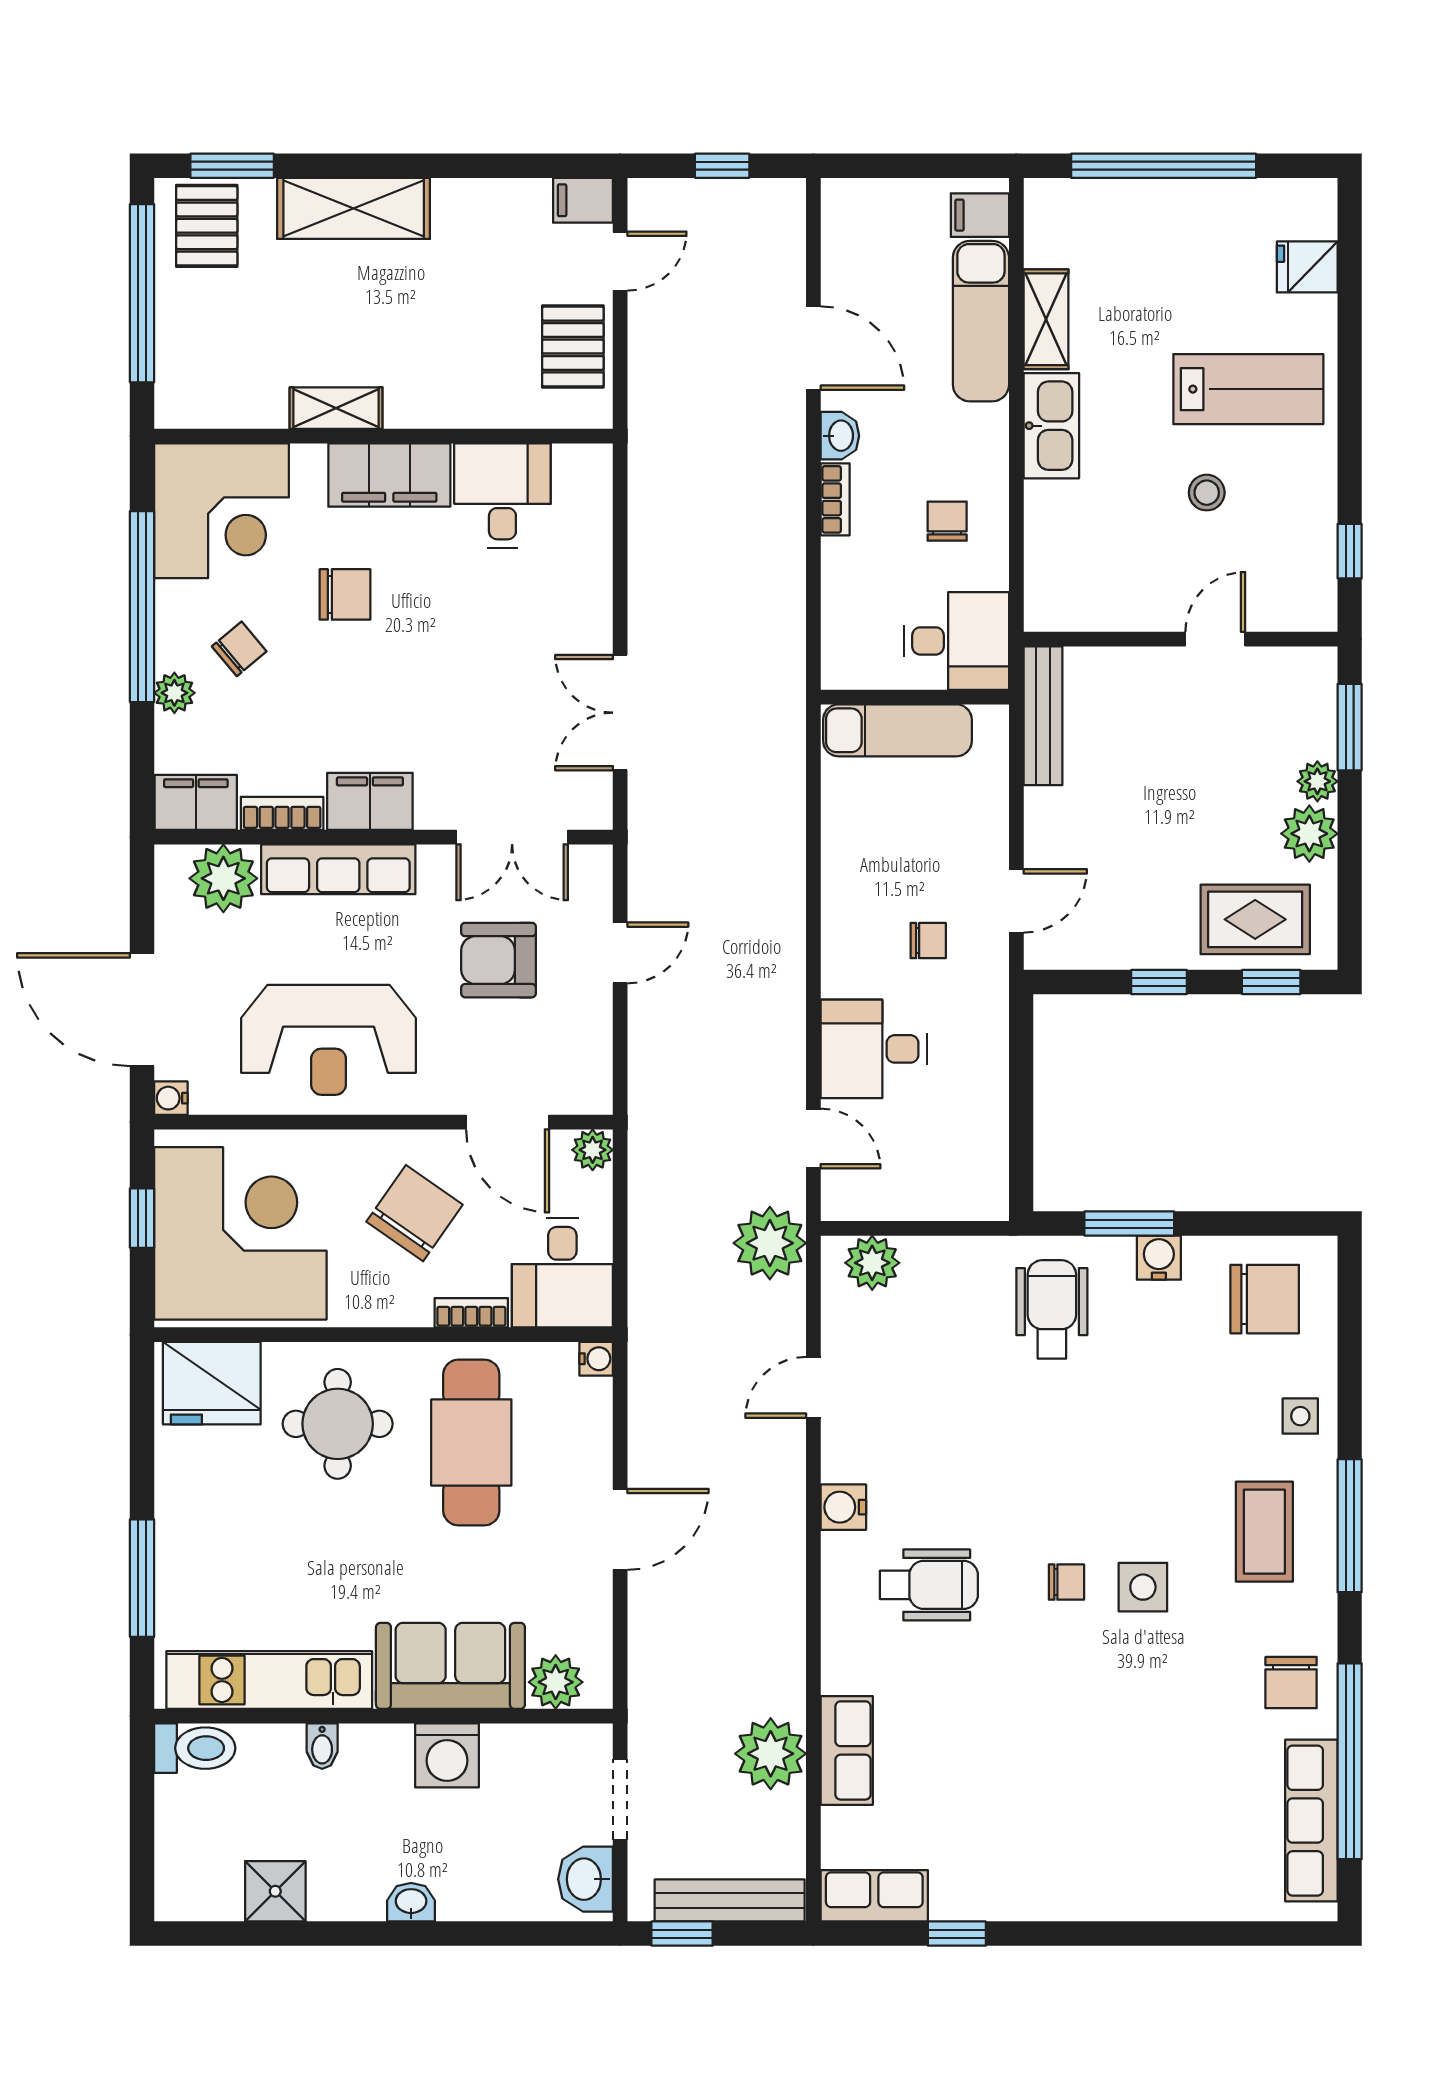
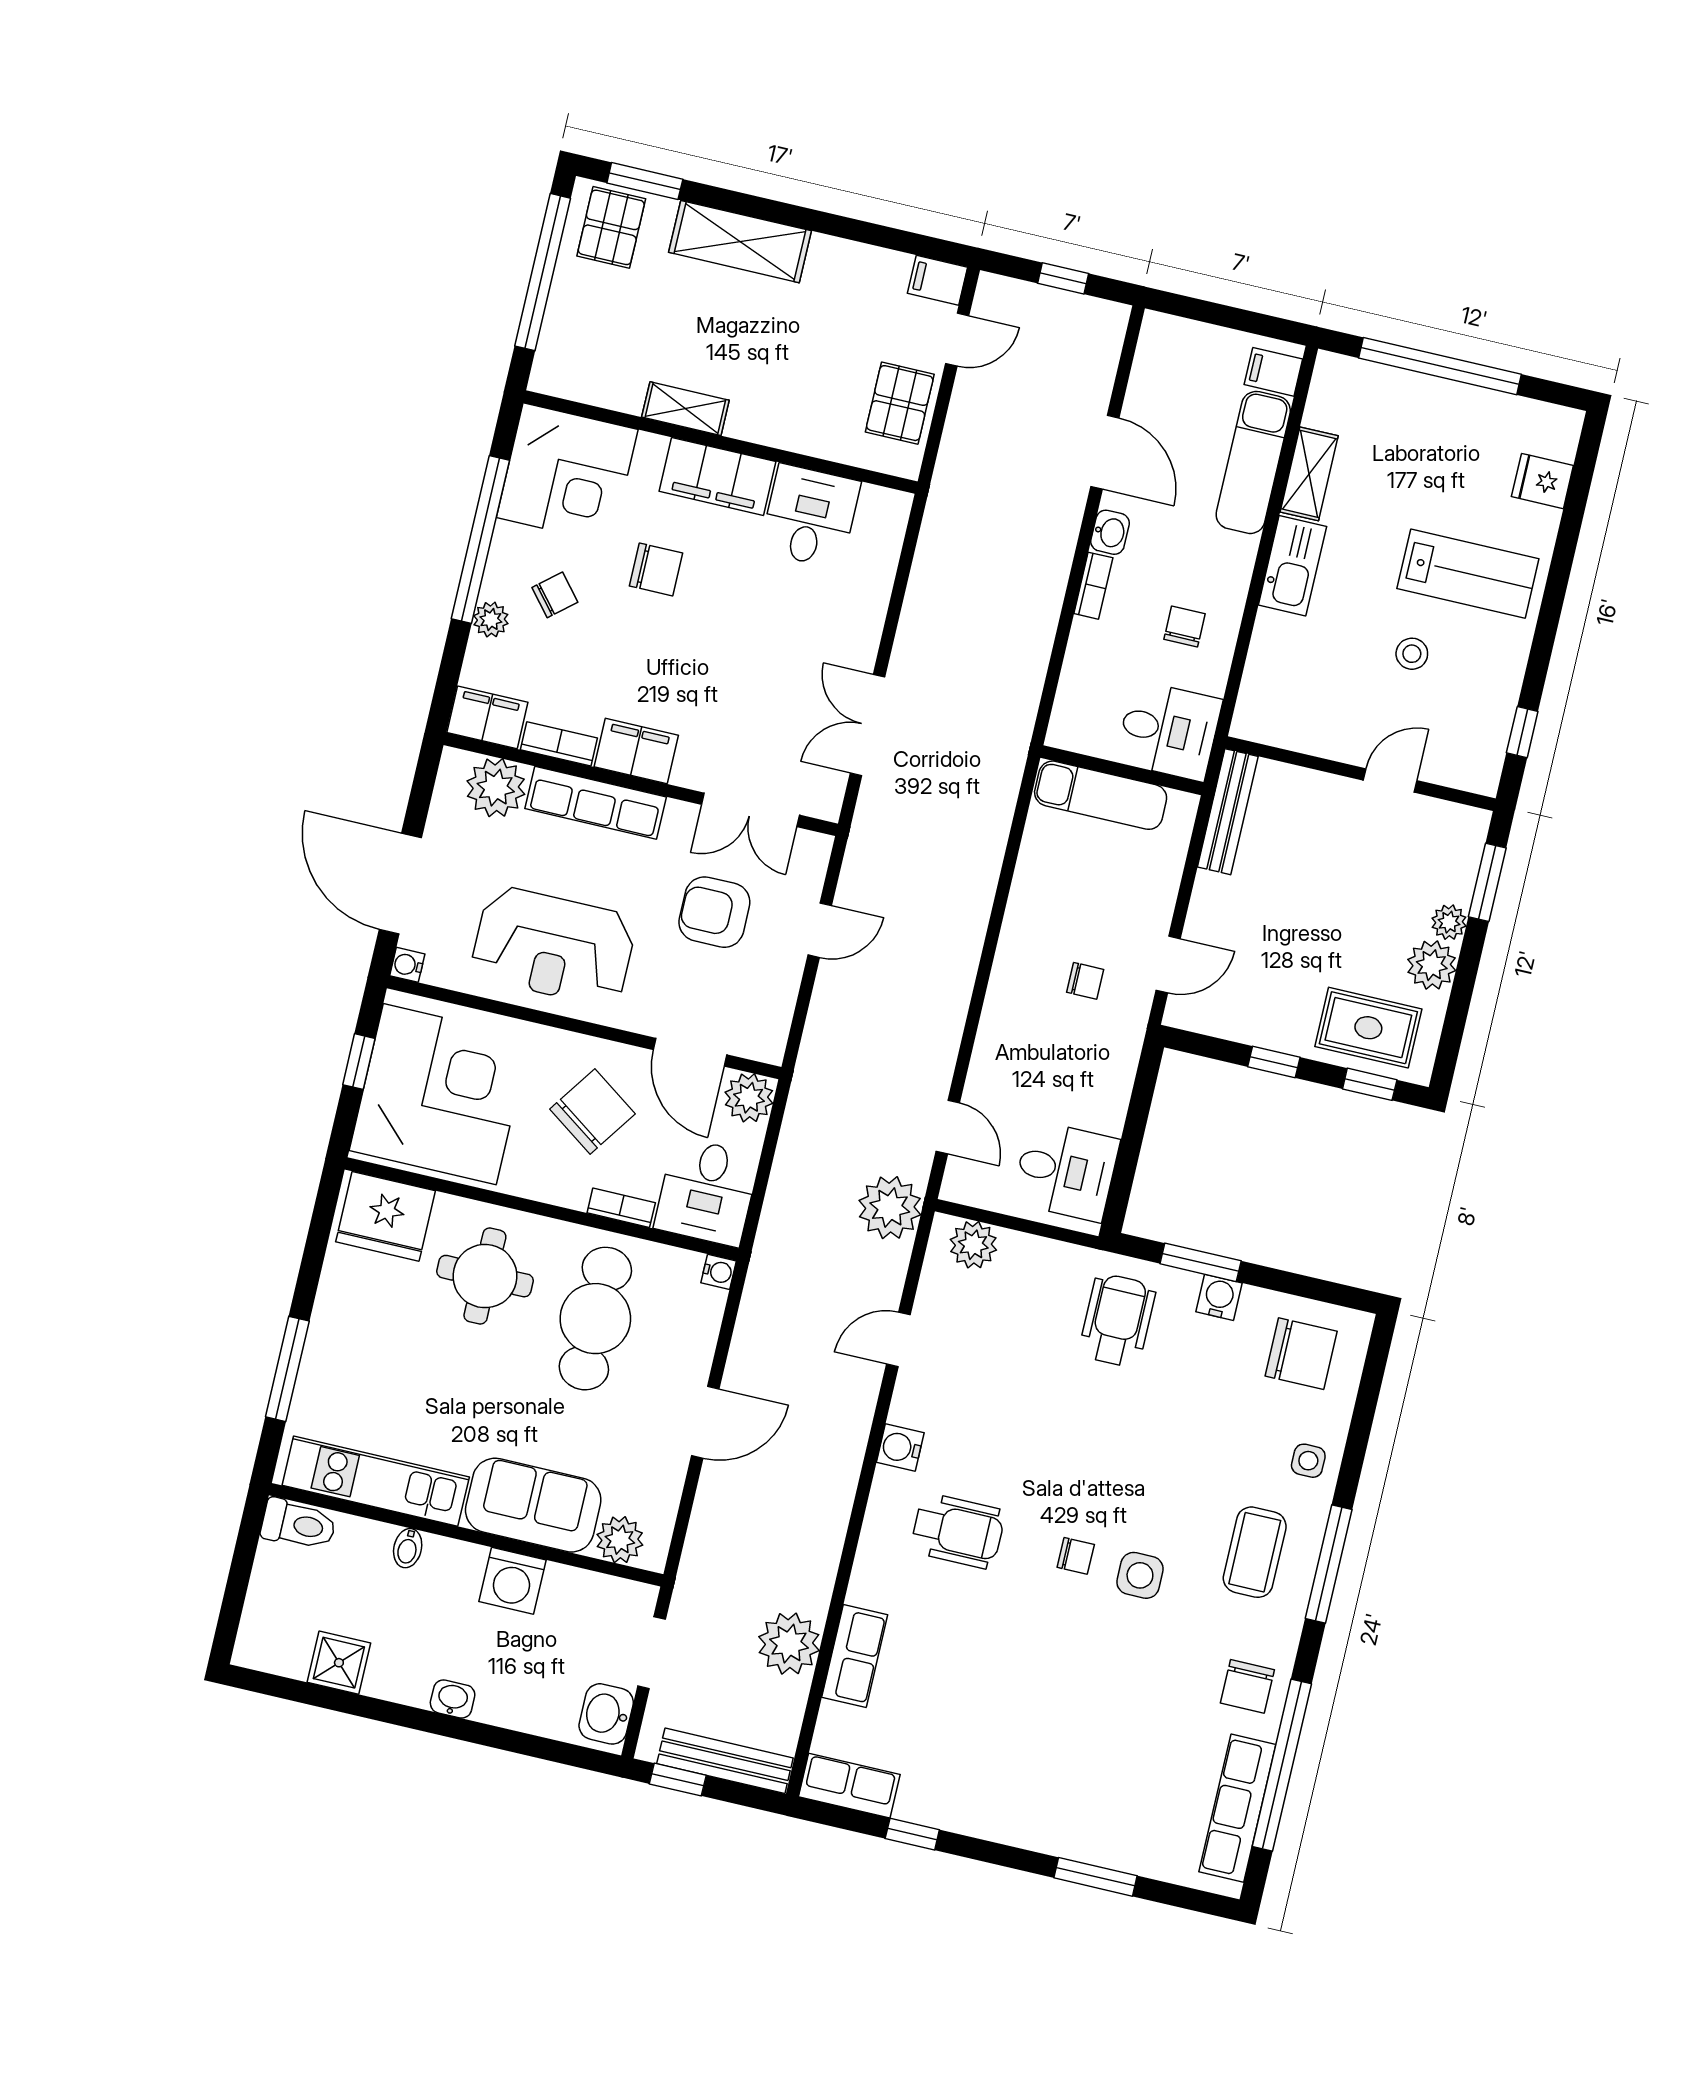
desk: (874, 1049) -> (1066, 1171), moved, turned 180
plant: (593, 1150) -> (749, 1098), width x1.38, depth x1.38
window: (1171, 1934) -> (1095, 1877), added

